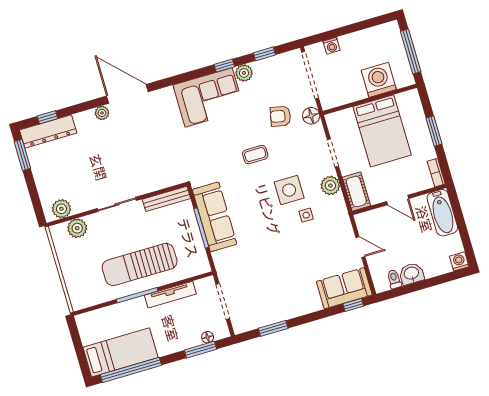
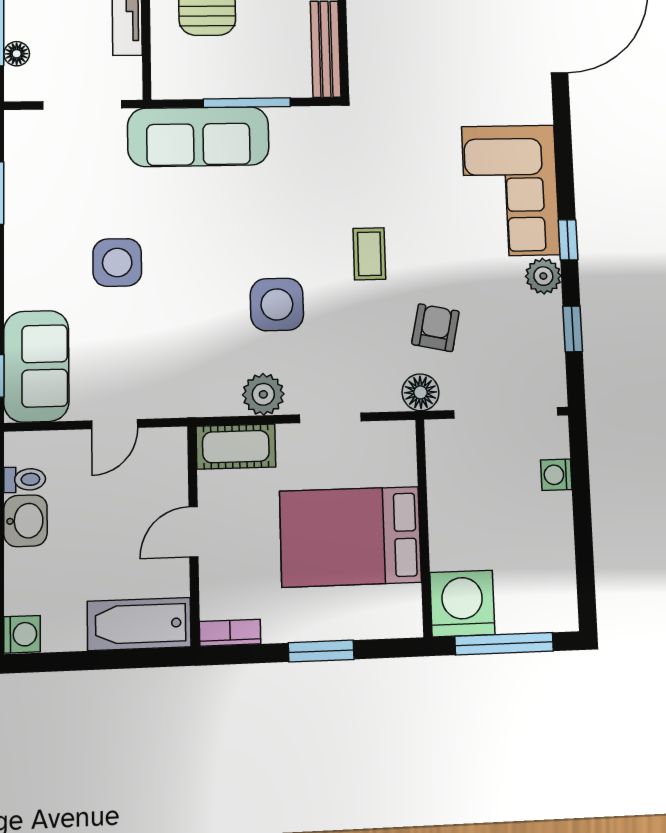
washing machine: (379, 80) -> (462, 603), moved, turned -90
side table: (306, 215) -> (117, 262), moved, width x1.87, depth x1.87
sofa: (215, 217) -> (198, 137), moved

